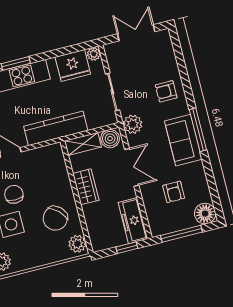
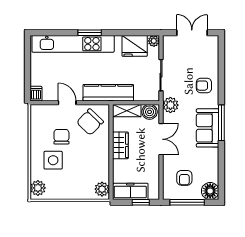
armchair: (174, 192) -> (184, 178), moved
chair: (55, 218) -> (90, 122), moved
freezer: (133, 221) -> (130, 191), moved, turned 90

